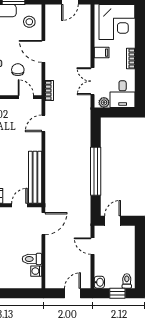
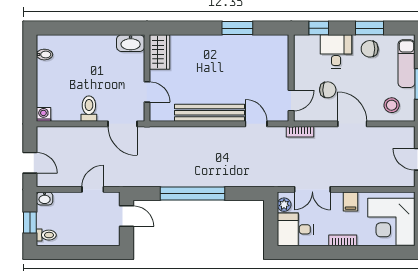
door: (43, 51) -> (352, 124), hinge flipped
double door: (93, 81) -> (312, 189), swing flipped
bench: (35, 177) -> (210, 113), moved
toilet: (32, 259) -> (89, 109), moved
washing machine: (36, 271) -> (43, 114), moved

